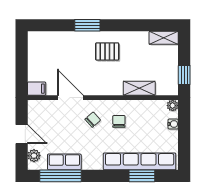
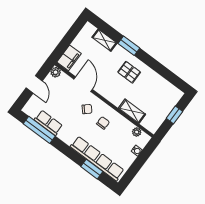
shelving: (164, 38) -> (105, 40), moved
window: (184, 75) -> (174, 115), moved
filing cabinet: (37, 89) -> (69, 58), width x2.00
plant: (173, 106) -> (137, 132), moved
plant: (34, 156) -> (56, 72), moved

